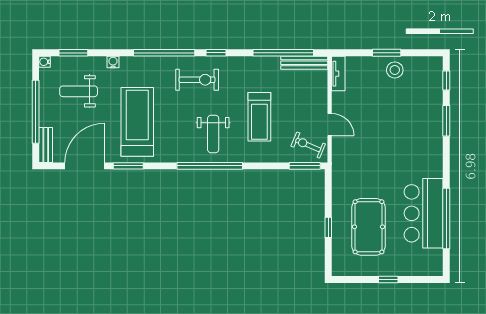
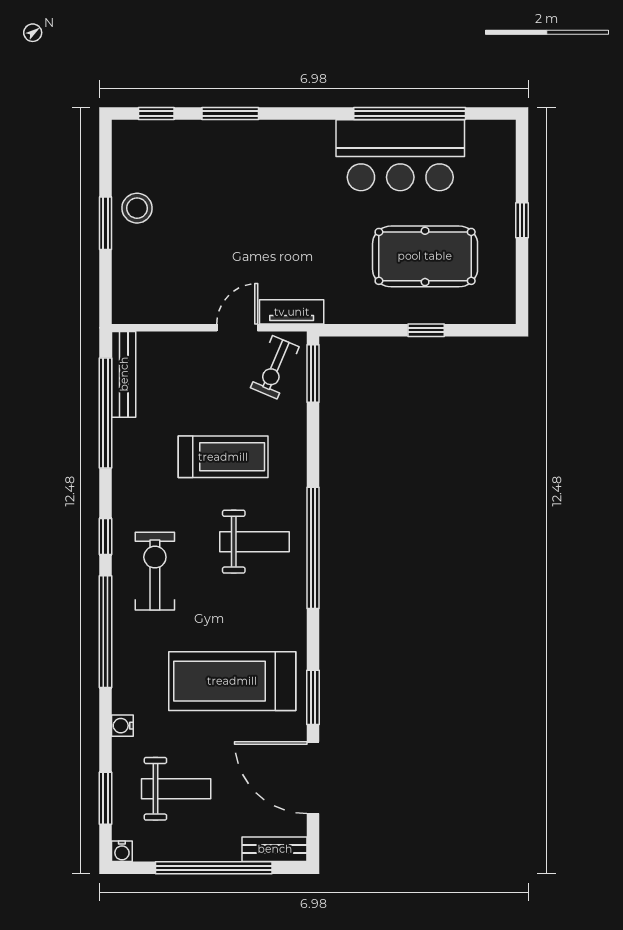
tv unit: (338, 74) -> (292, 312), moved
weight bench: (79, 91) -> (176, 789), turned -90

